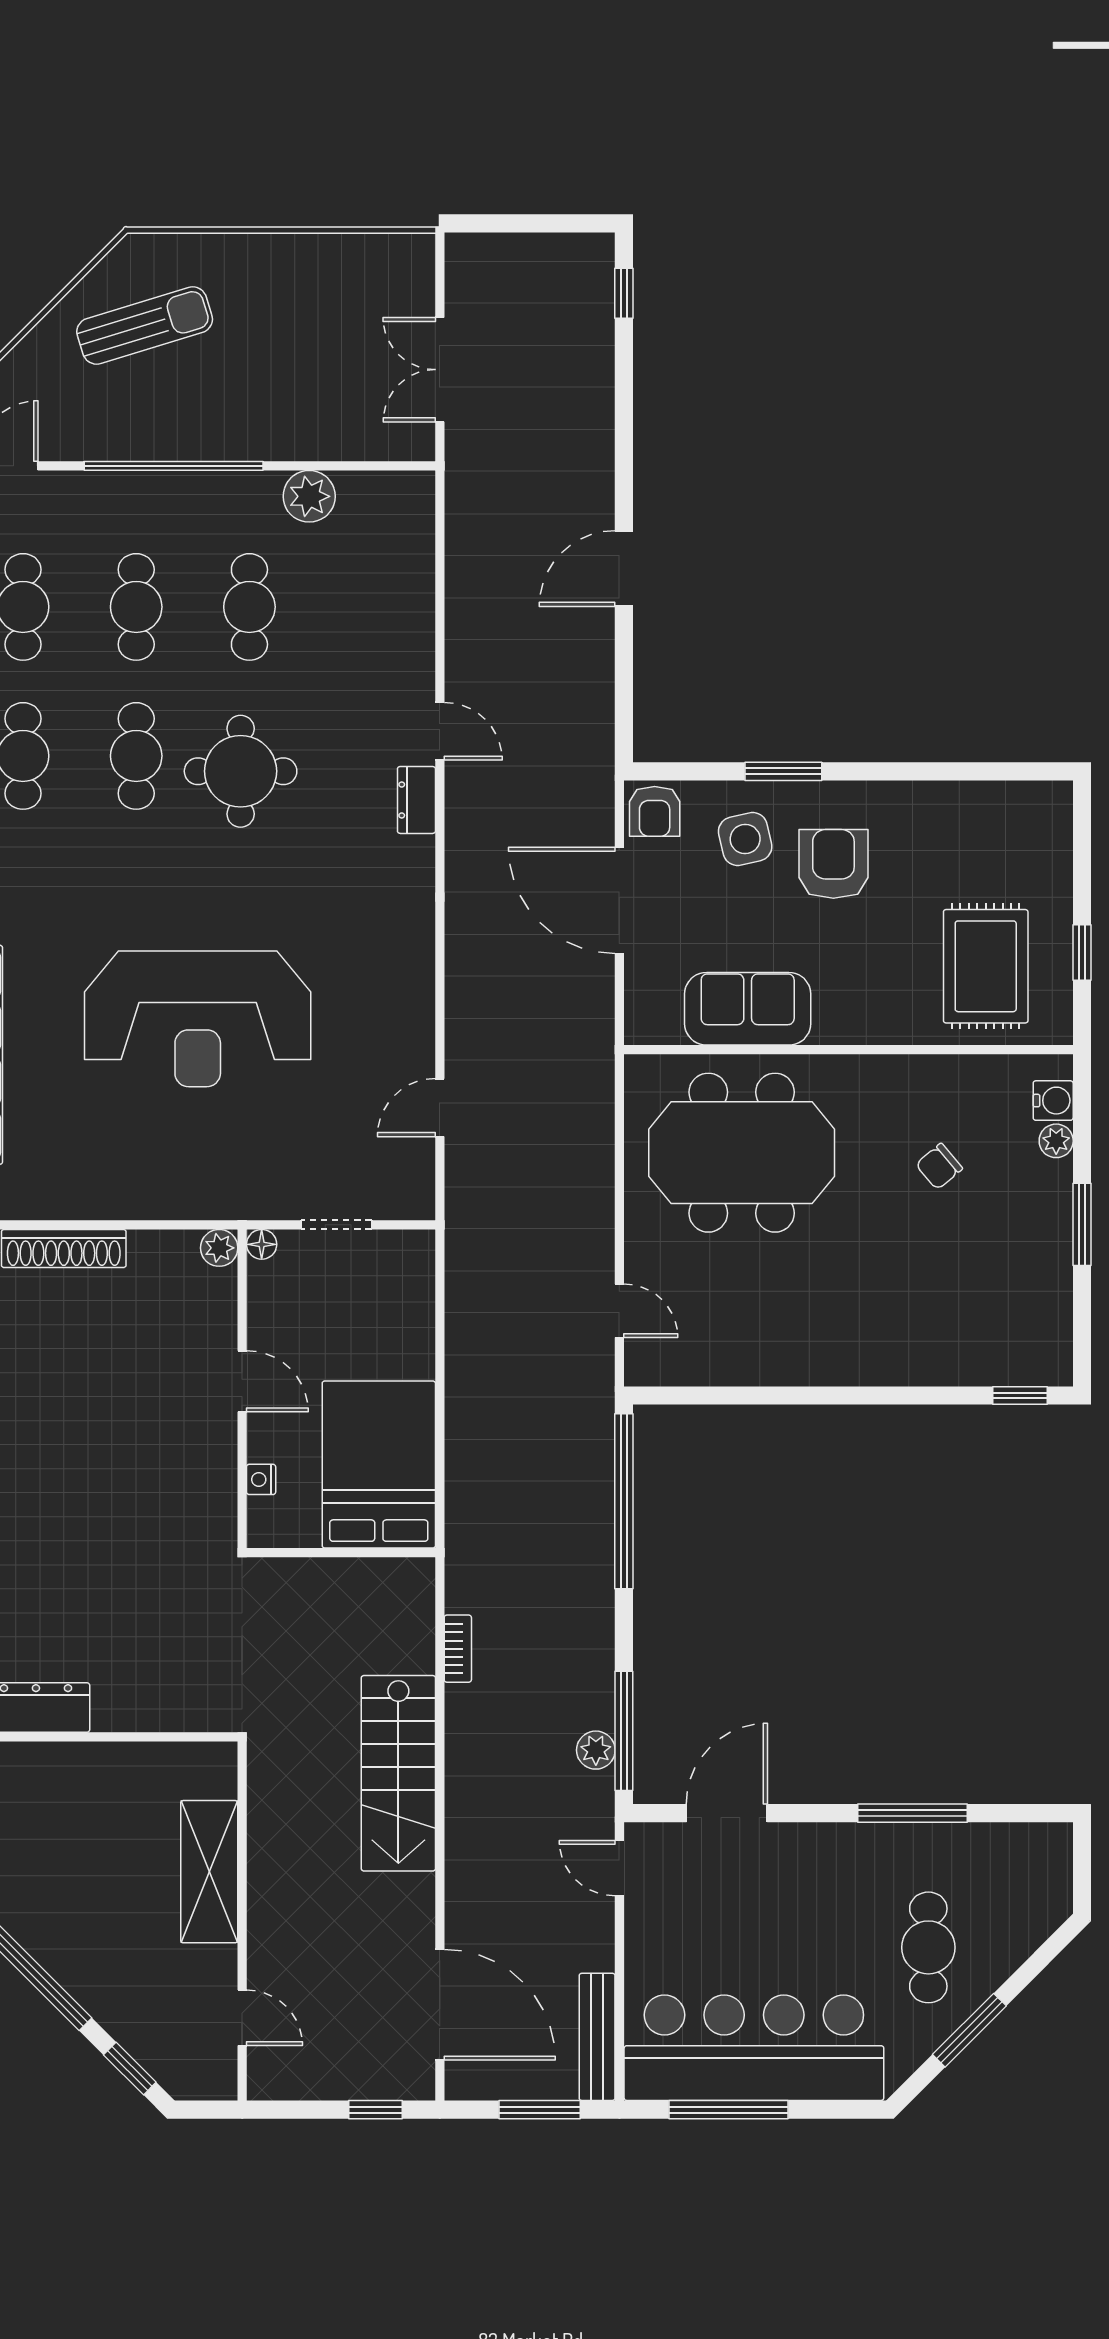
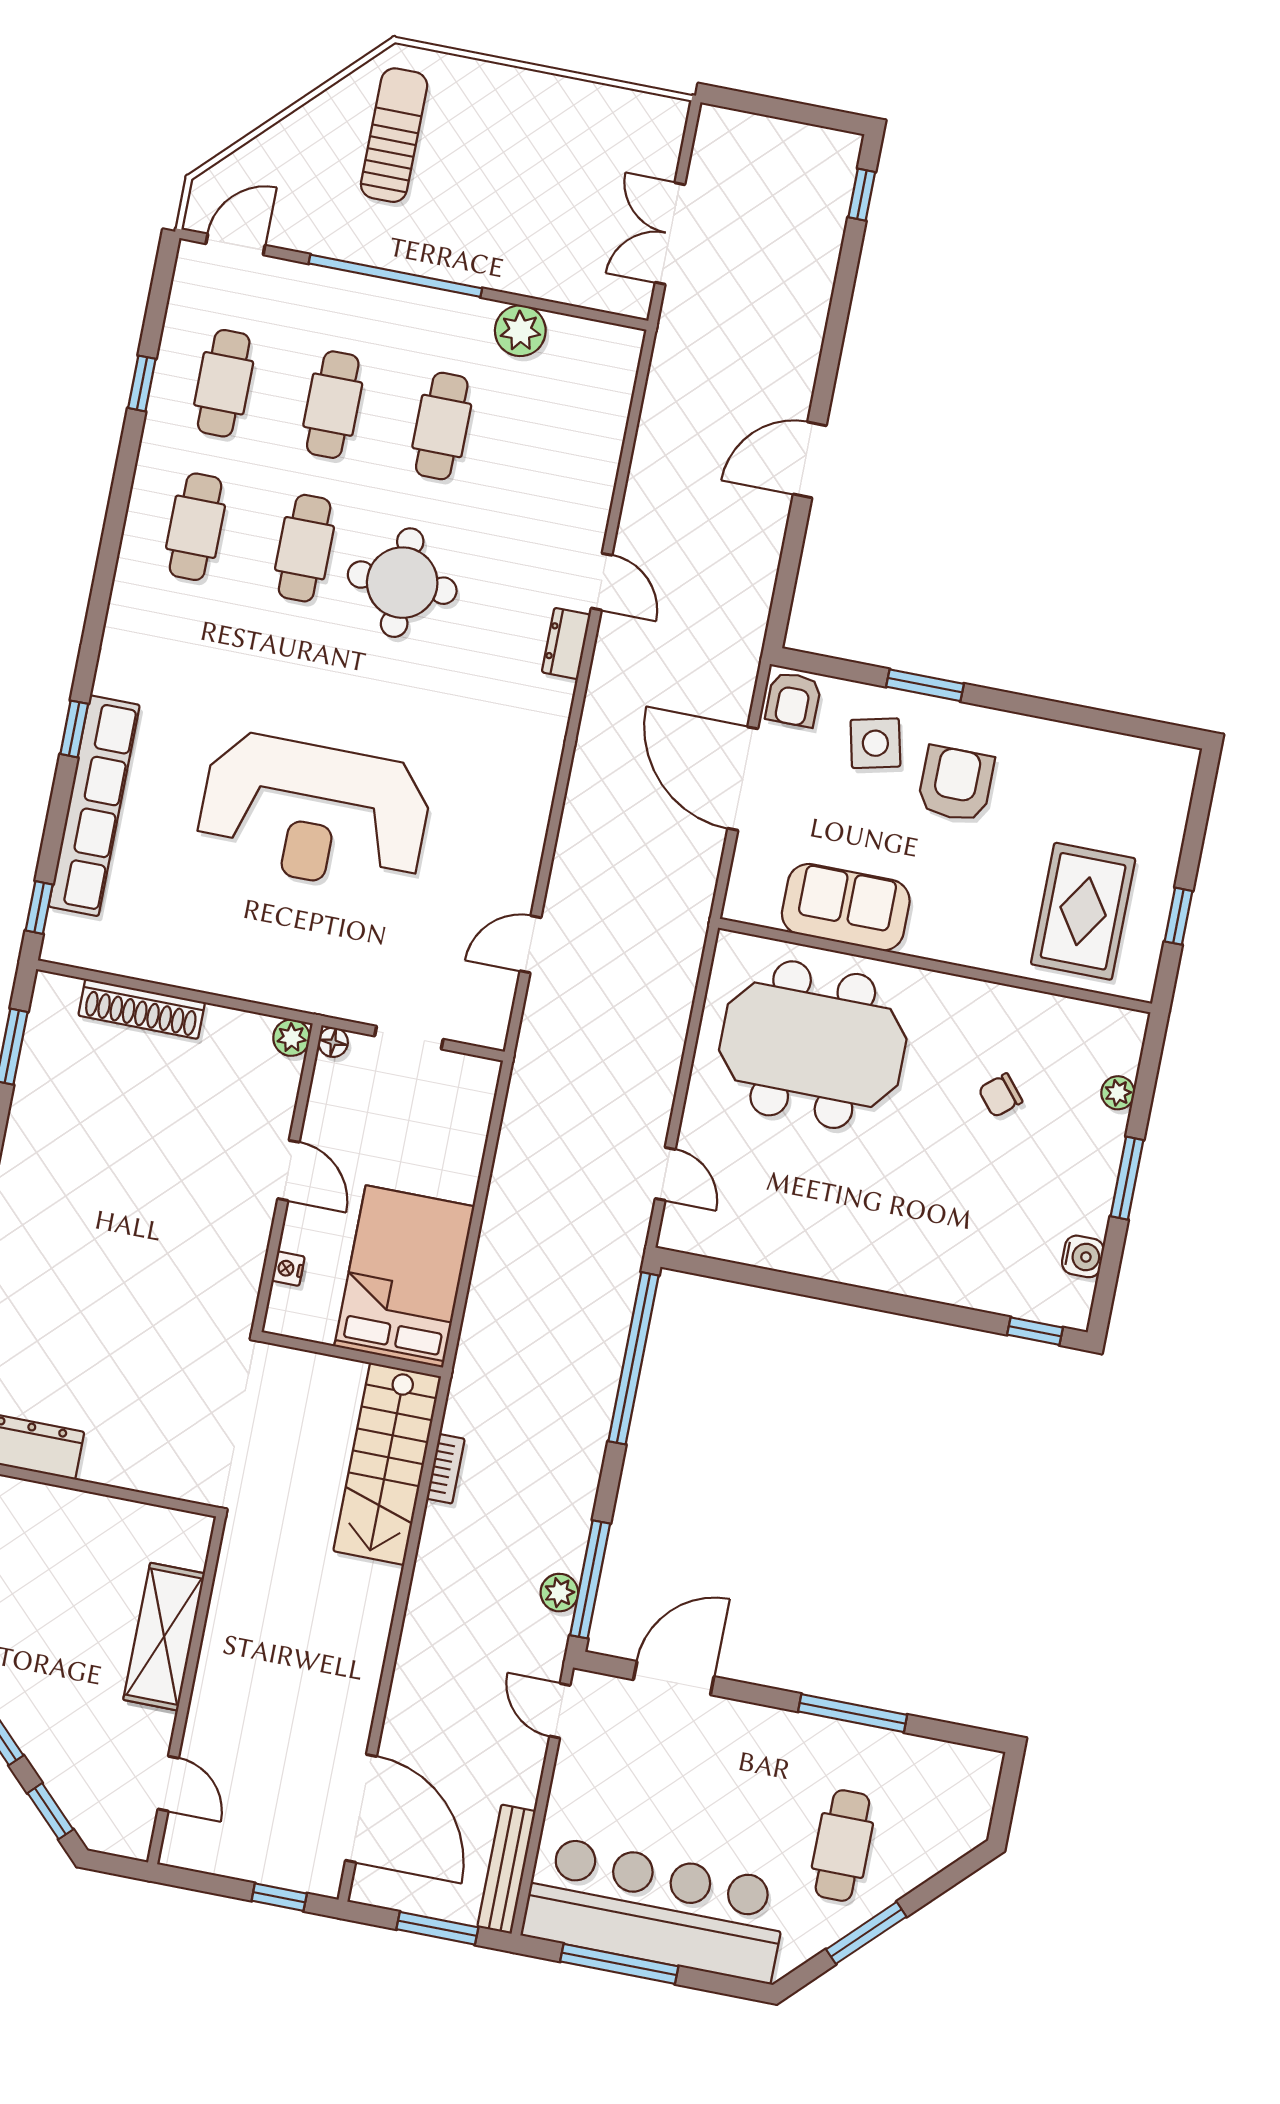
sun lounger: (145, 325) -> (394, 135), turned -73
water cooler: (1053, 1101) -> (1083, 1256), moved
stairs: (398, 1773) -> (387, 1464), moved

